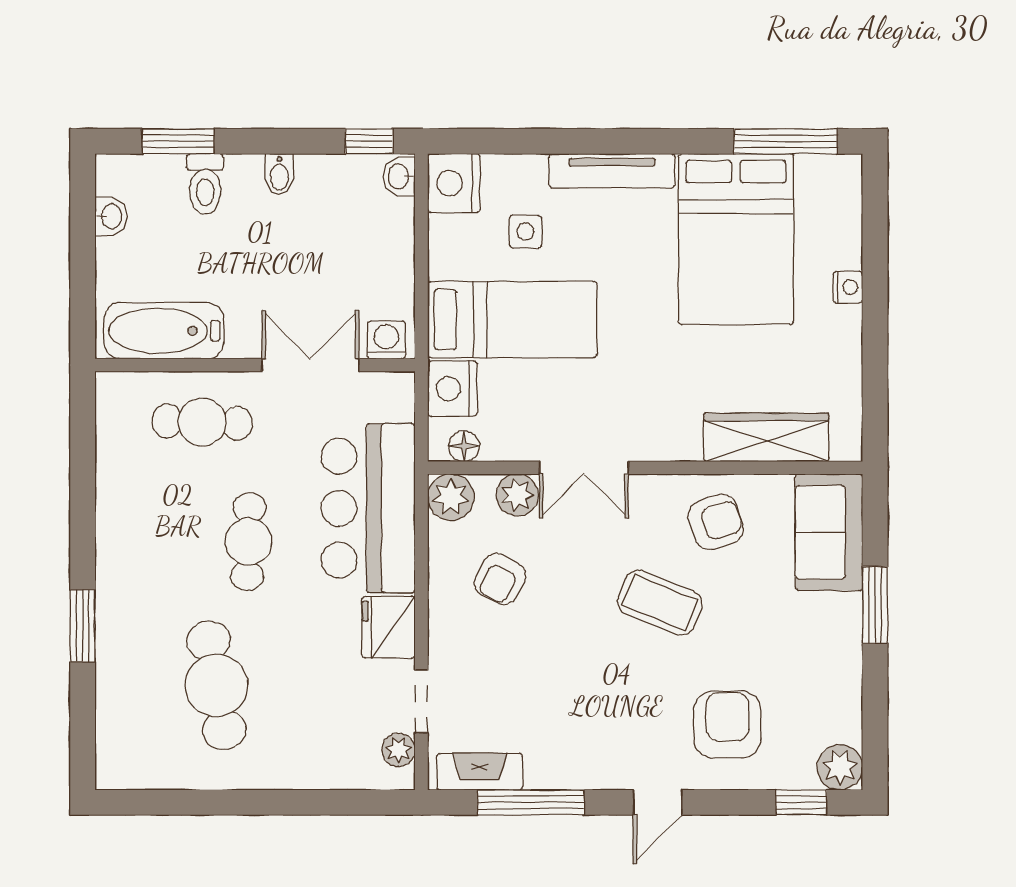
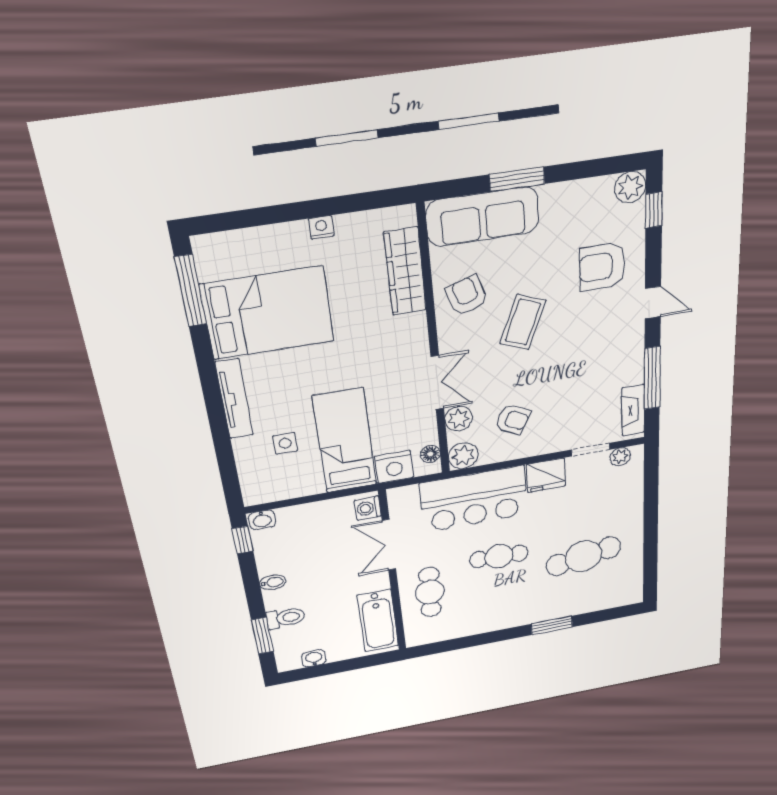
nightstand: (454, 183) -> (261, 489), removed
nightstand: (848, 287) -> (321, 227), moved
sofa: (829, 532) -> (483, 217), width x1.36

